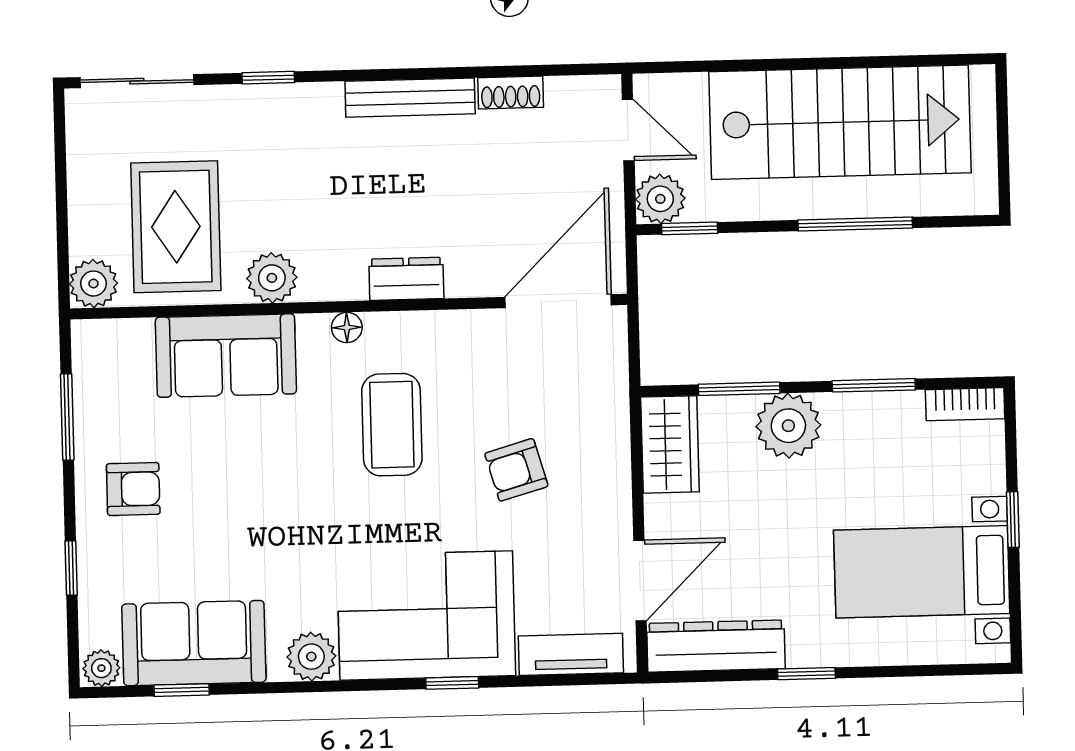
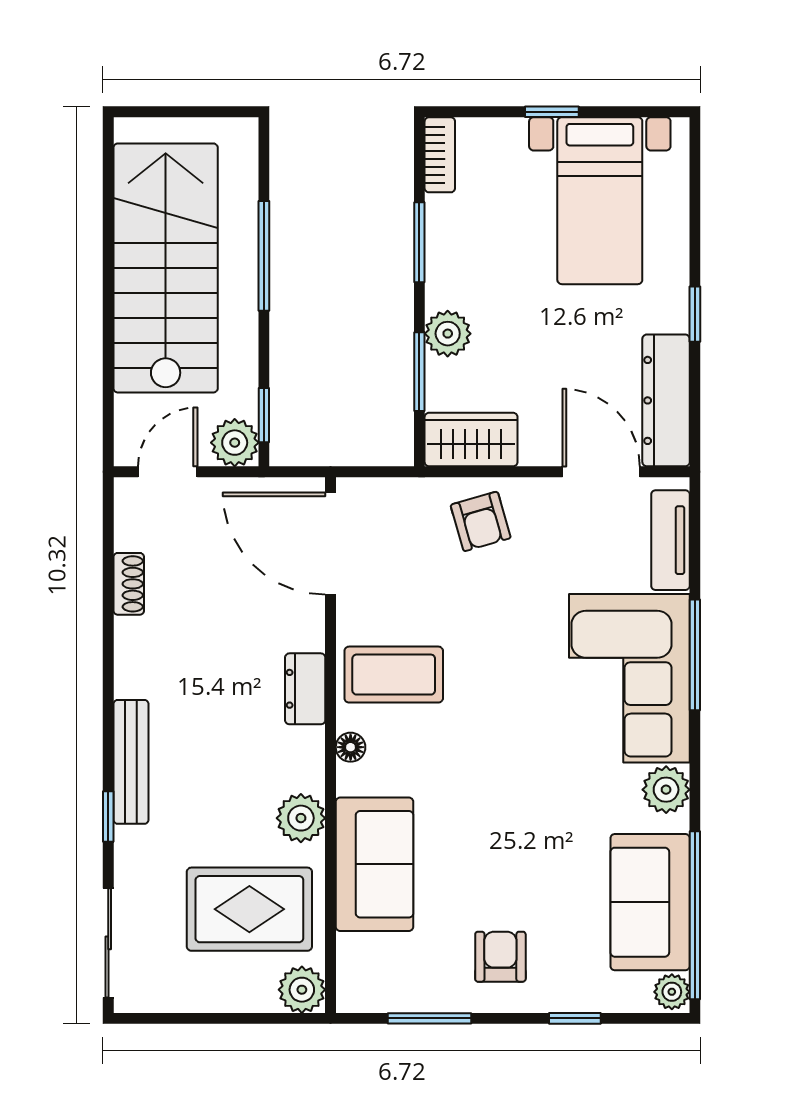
bench: (410, 98) -> (131, 762), moved
coffee table: (392, 425) -> (394, 675), moved
plant: (788, 426) -> (448, 334), width x0.73, depth x0.73
armchair: (516, 470) -> (481, 521), moved
window: (452, 683) -> (695, 655), width x2.17
window: (182, 690) -> (695, 915), width x3.17

